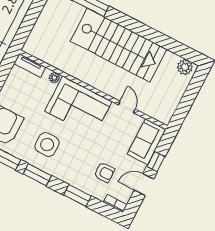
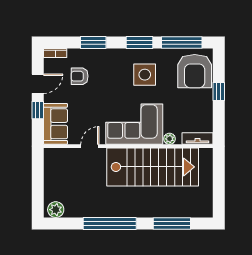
window: (144, 31) -> (110, 223), added
stairs: (119, 45) -> (153, 167), moved, turned 180
door: (127, 107) -> (90, 146), swing flipped

